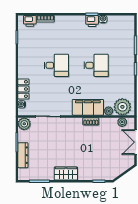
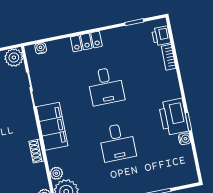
printer: (92, 21) -> (173, 117), width x1.87, depth x1.48
locker: (23, 89) -> (86, 42), moved
filing cabinet: (88, 107) -> (52, 126), moved

